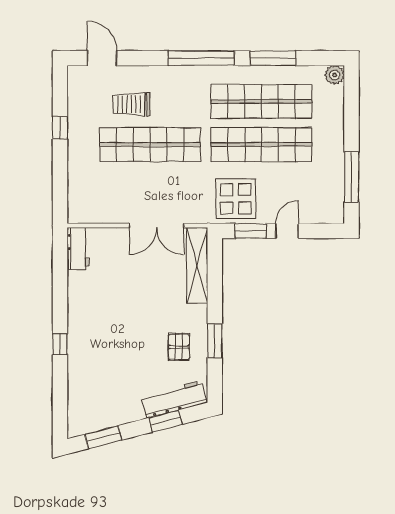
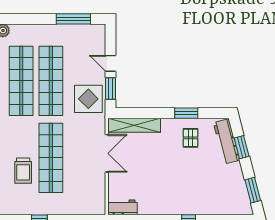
pallet: (179, 347) -> (190, 138), turned 90

